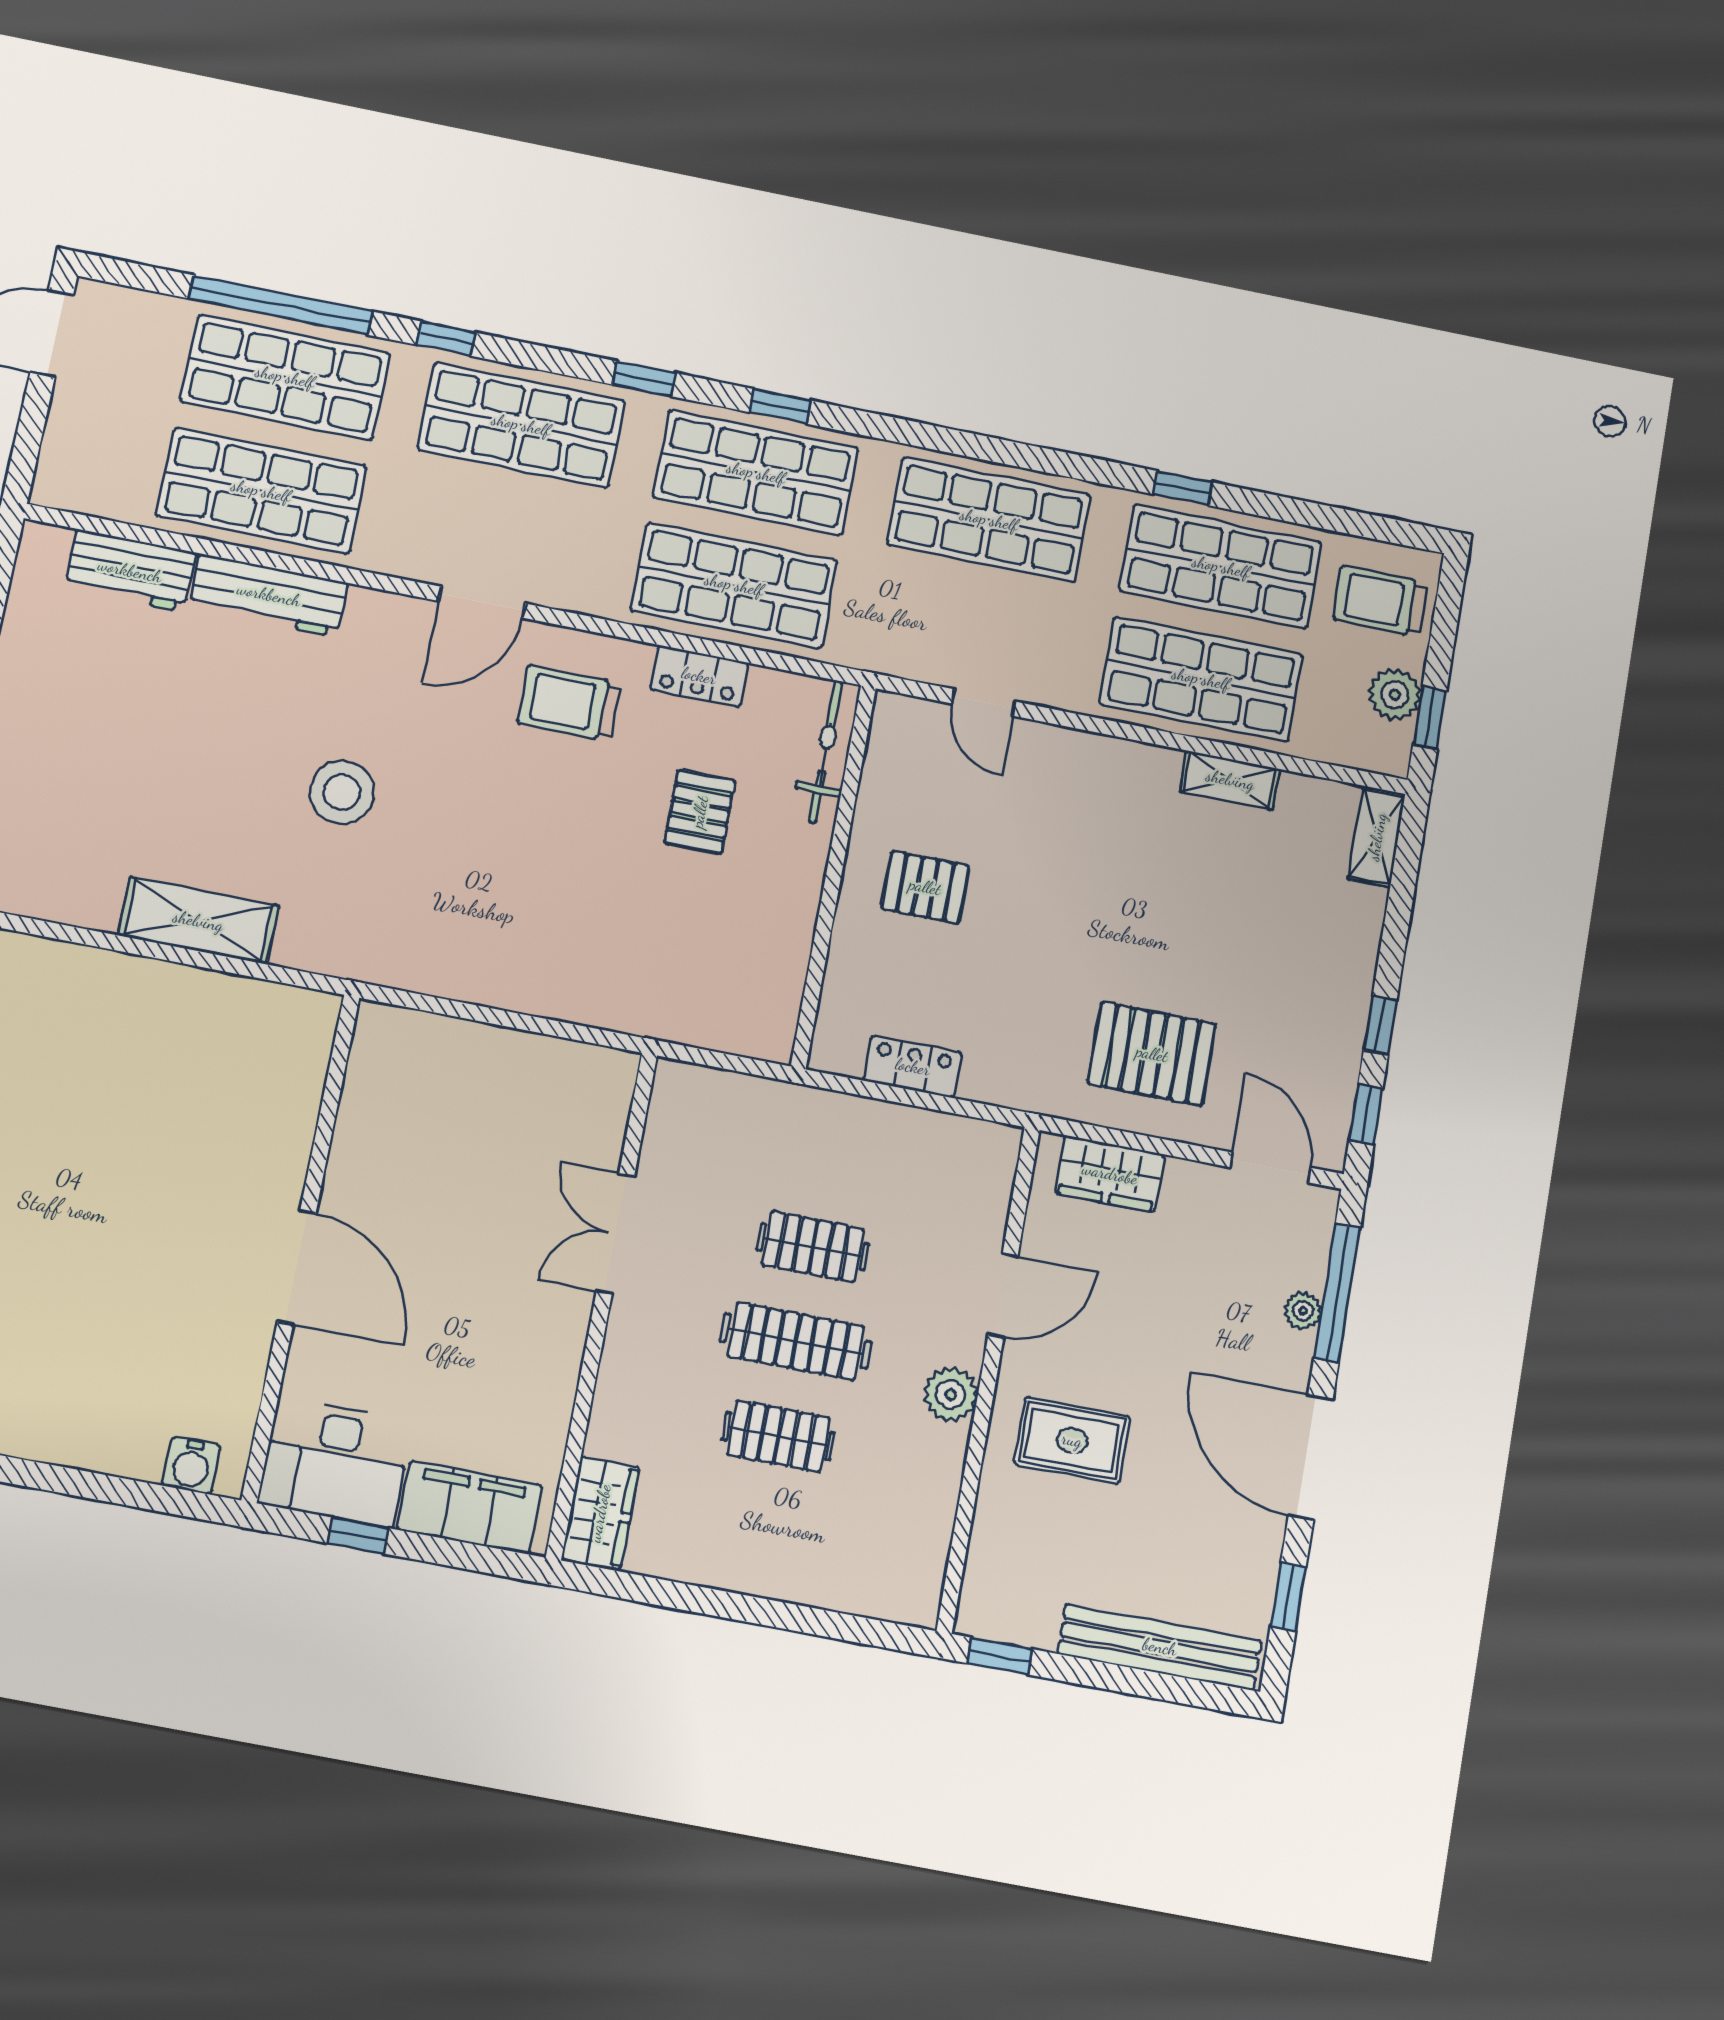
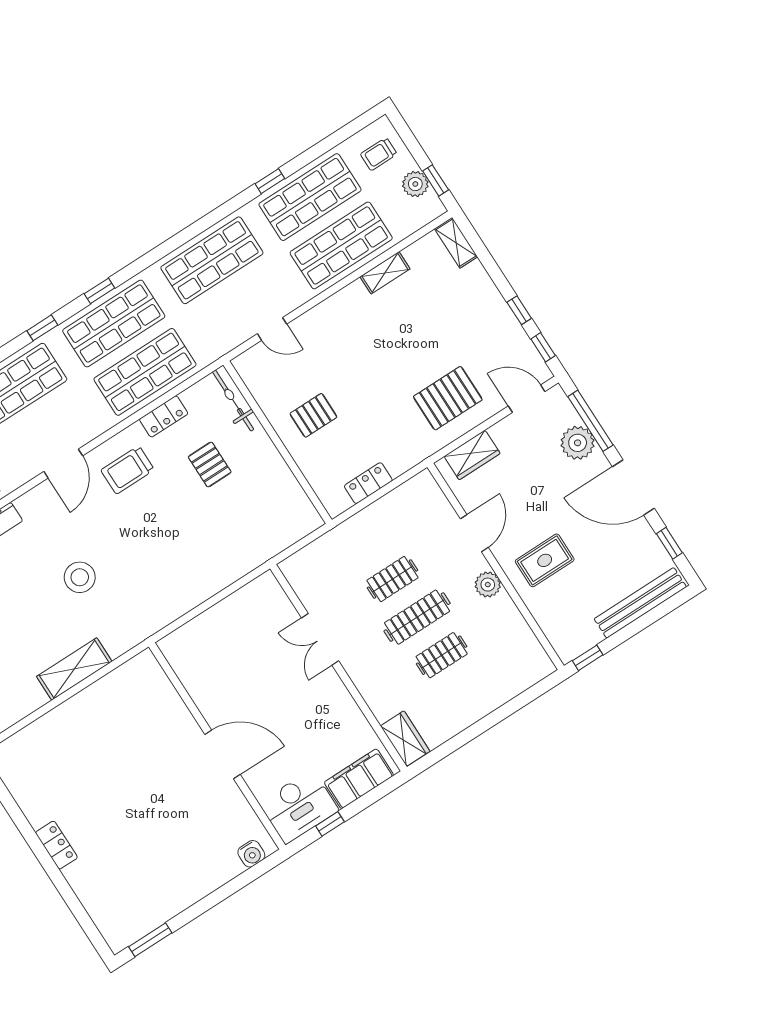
trolley: (1380, 601) -> (379, 154), width x0.73, depth x0.72
plant: (1303, 1311) -> (578, 443), width x1.87, depth x1.87

